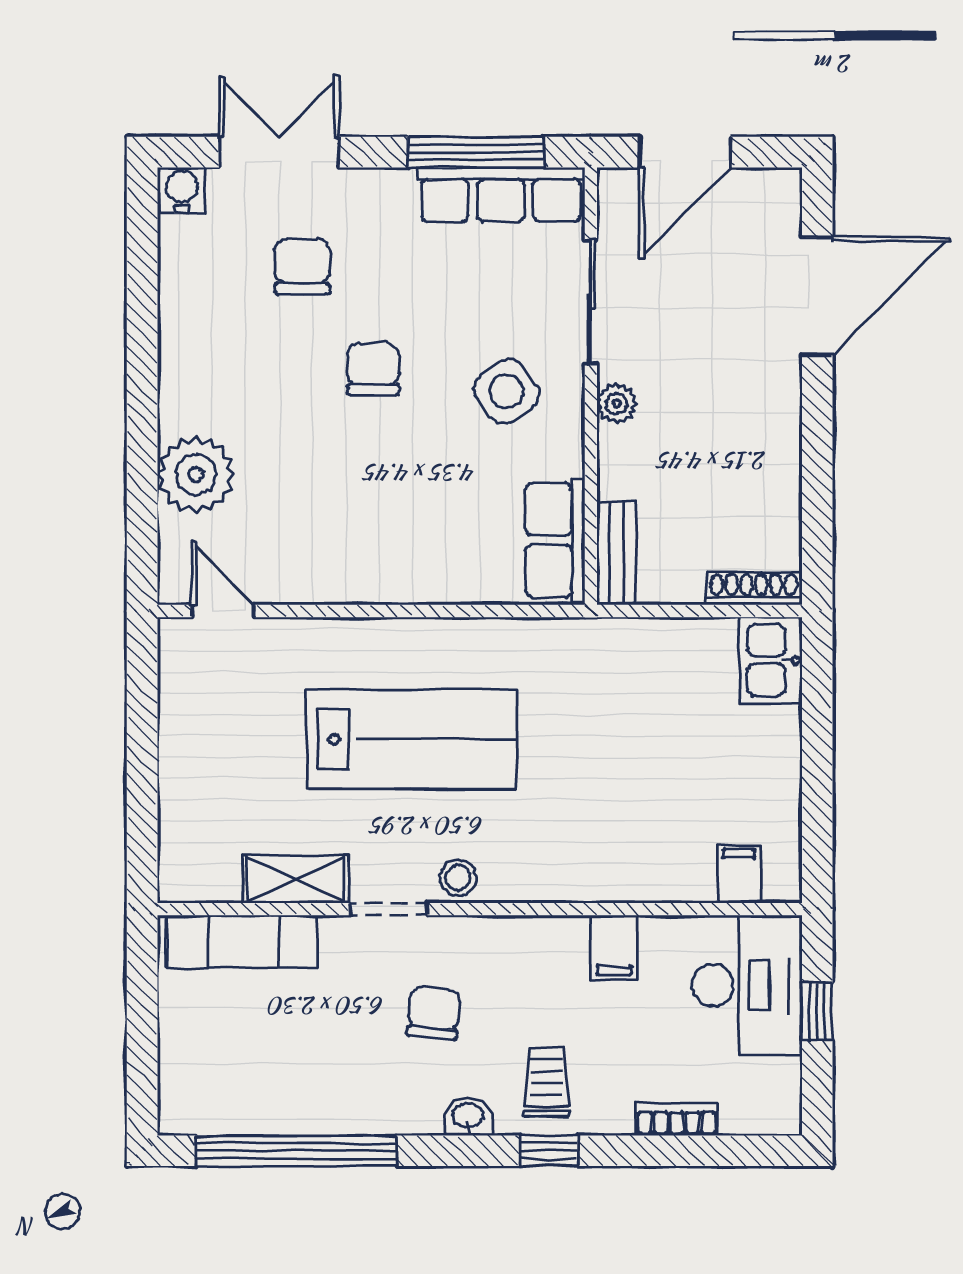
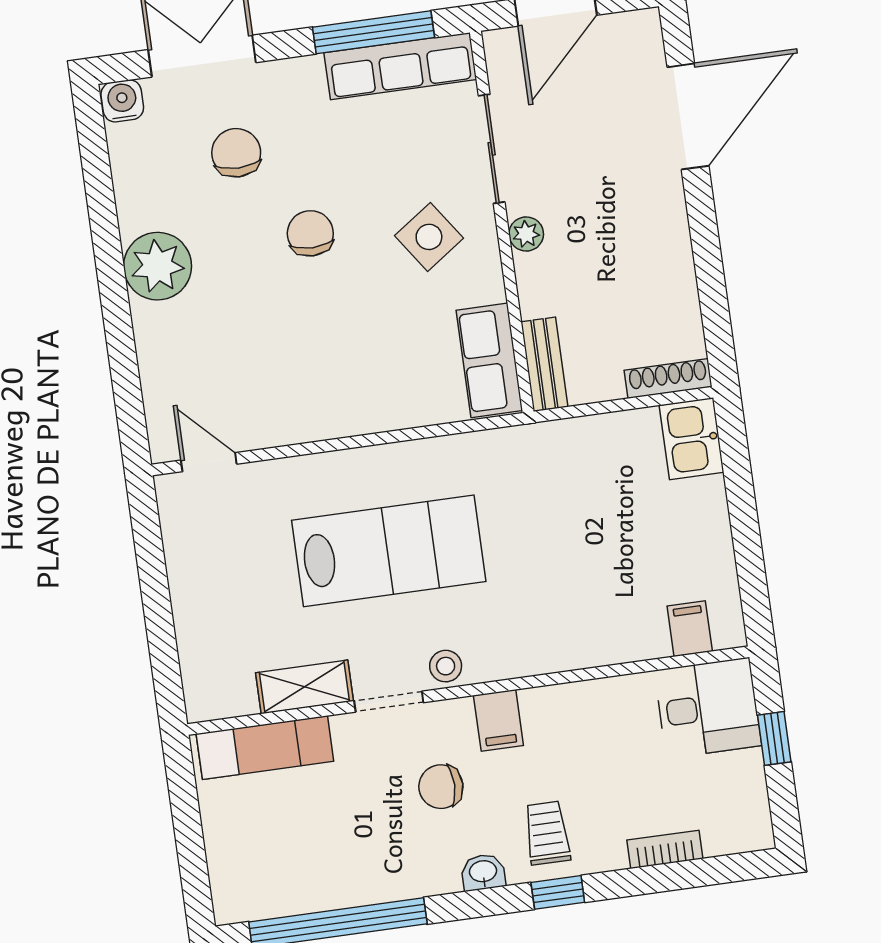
plant: (196, 475) -> (158, 266), moved
filing cabinet: (614, 947) -> (498, 720), moved
desk: (747, 985) -> (708, 708), width x0.73
chair: (434, 1013) -> (441, 787), turned -95

